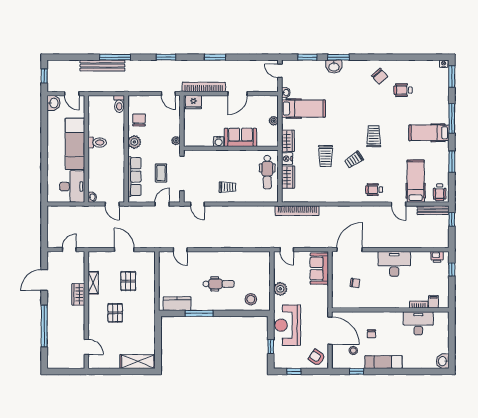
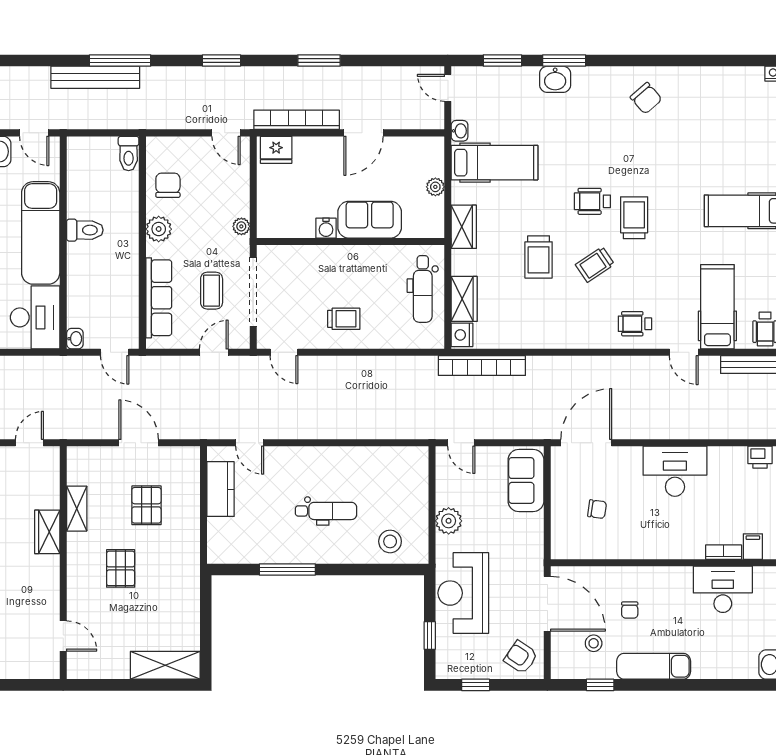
wheelchair: (403, 90) -> (592, 201), moved
nightstand: (287, 159) -> (462, 335), moved
kitchen counter: (177, 304) -> (221, 489), moved, turned 90

